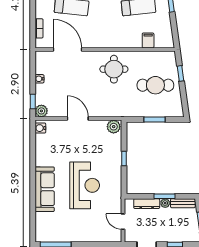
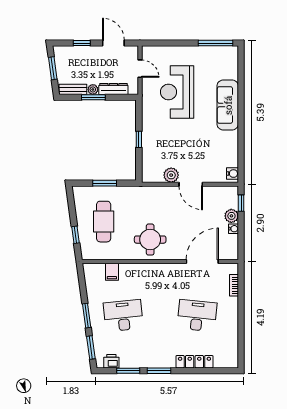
door: (67, 49) -> (202, 262), swing flipped
cafe table: (155, 85) -> (104, 222), turned 90
plant: (41, 111) -> (231, 216), moved
plant: (114, 127) -> (171, 175), moved
reception desk: (85, 185) -> (177, 92), moved

